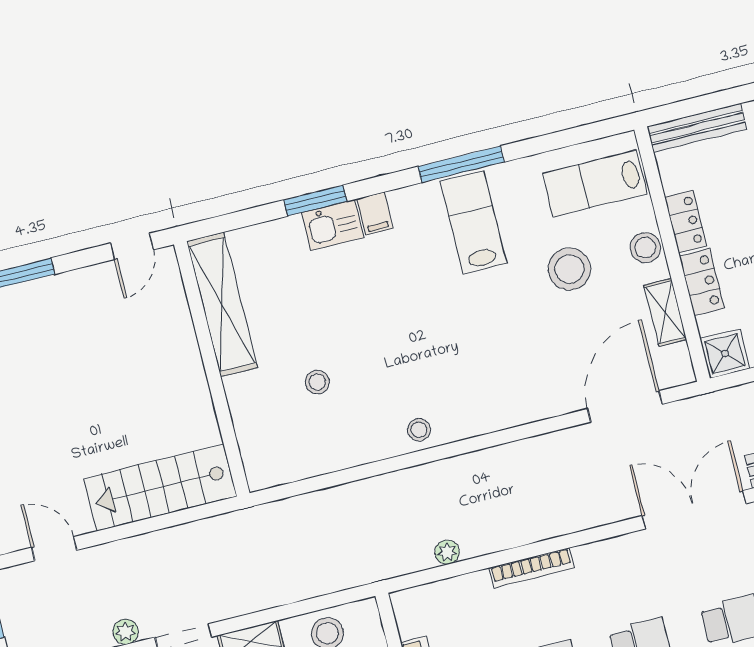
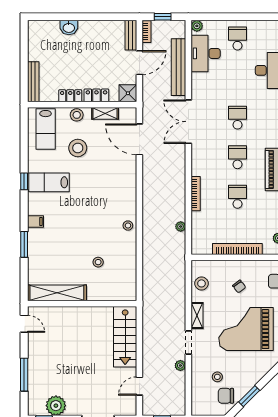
window: (461, 164) -> (24, 181), width x0.46
kitchen sink: (333, 225) -> (36, 240), removed

